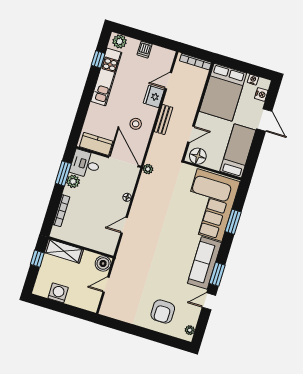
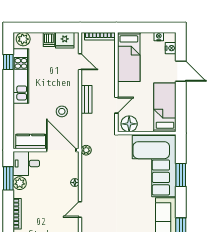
door: (168, 81) -> (80, 62), swing flipped
bed: (223, 92) -> (129, 57), width x0.67
fridge: (154, 96) -> (65, 40), moved, turned -90

